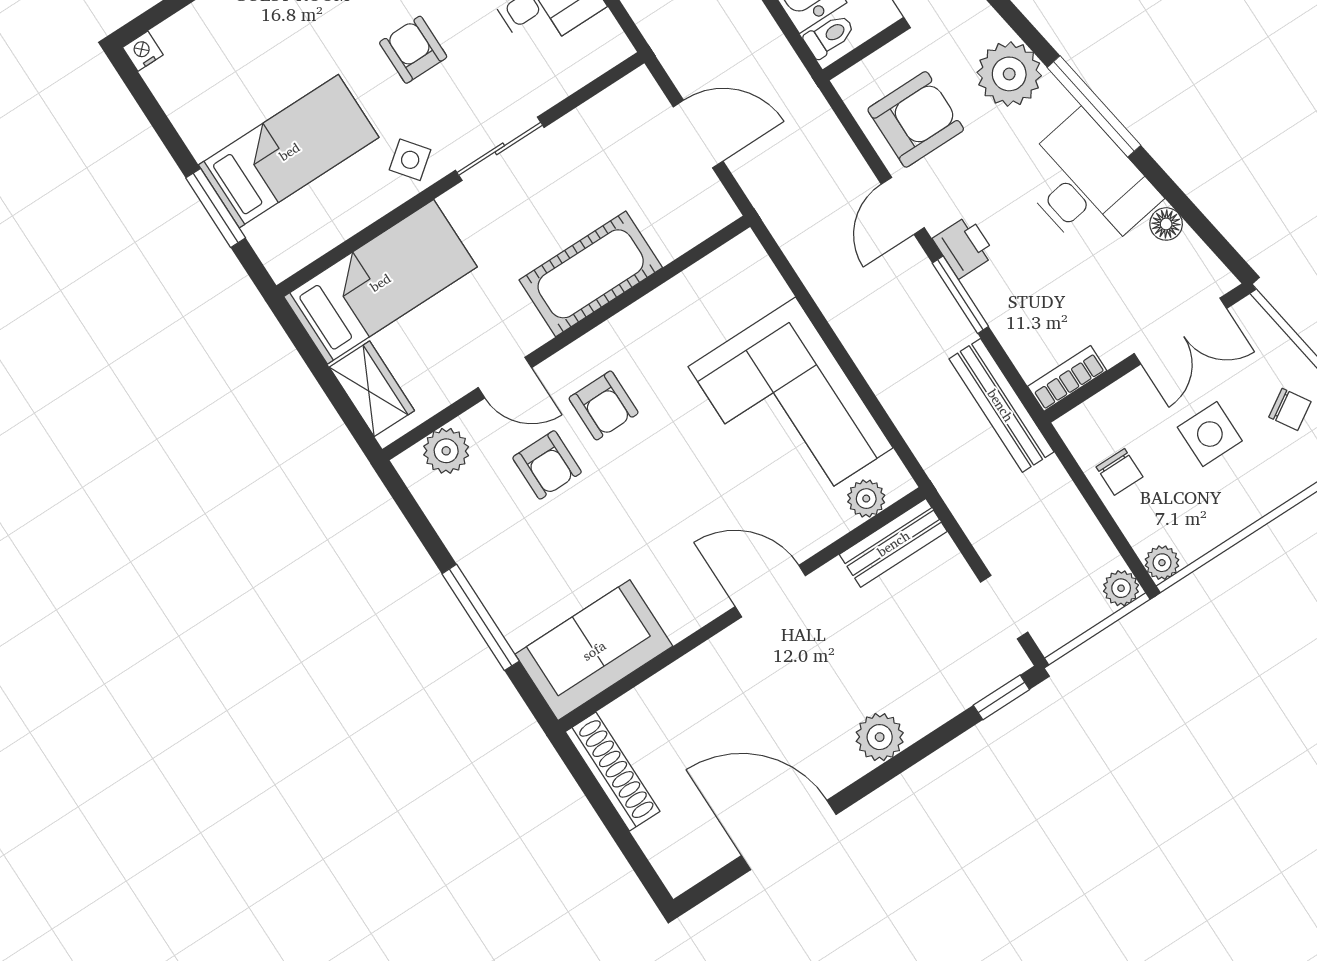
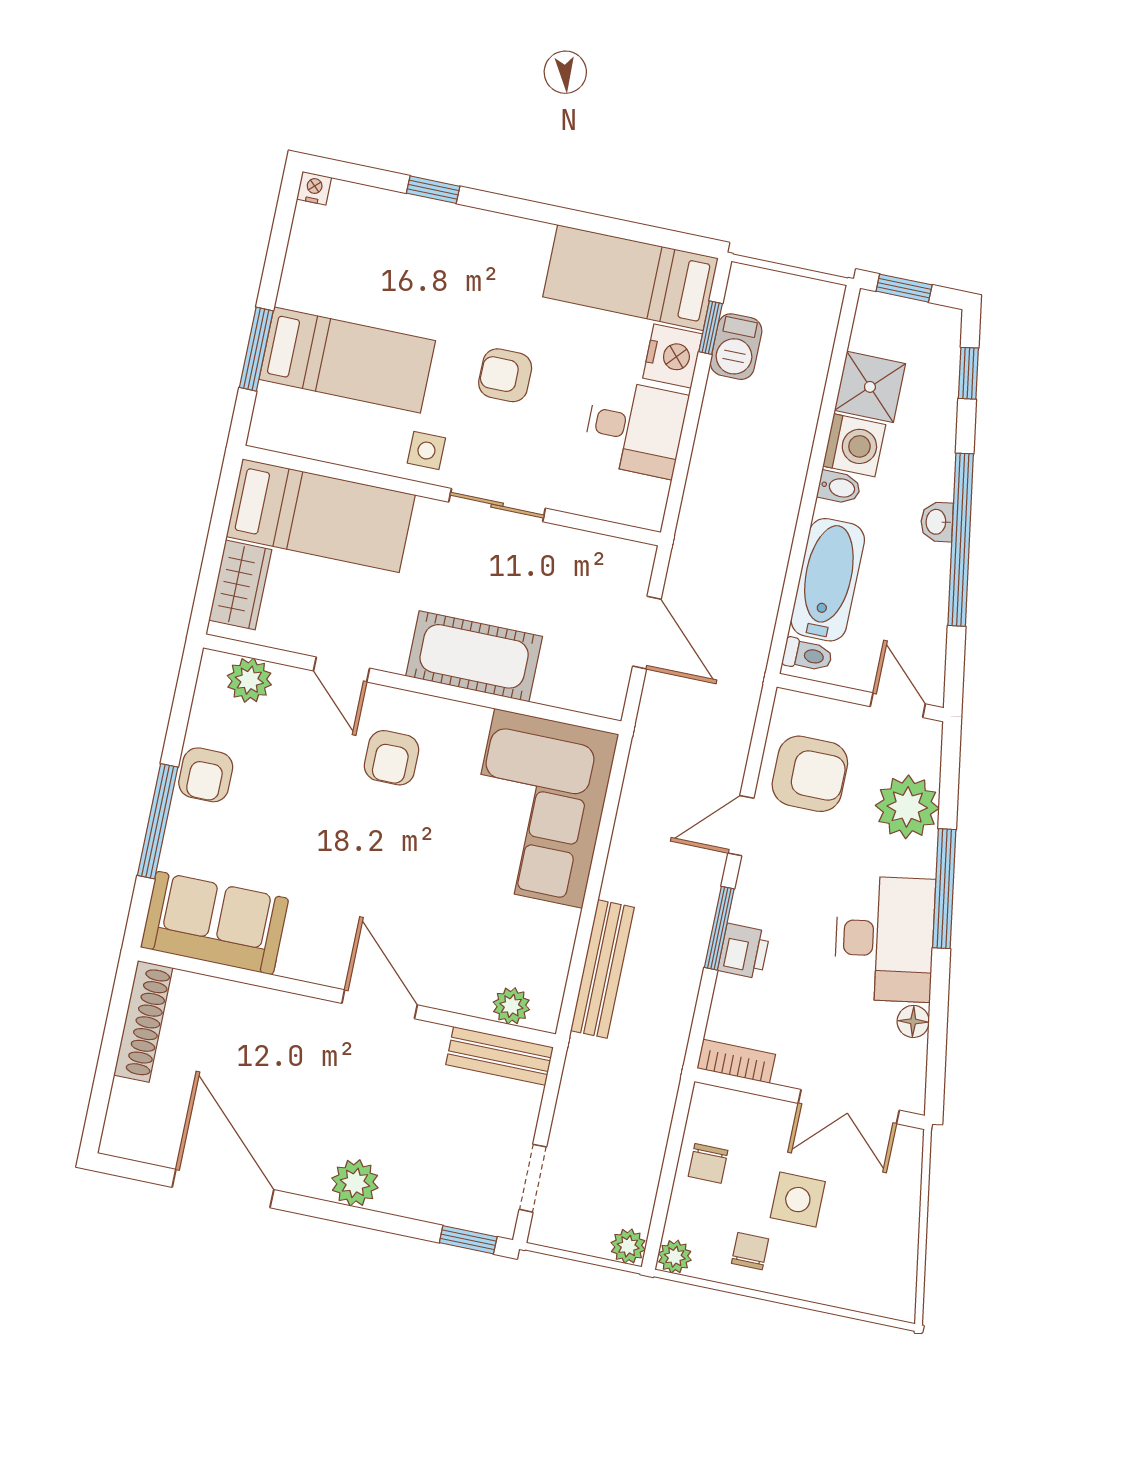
armchair: (413, 50) -> (505, 375), turned -90
side table: (410, 160) -> (426, 451), turned 38
printer: (964, 247) -> (744, 951), moved
bench: (1001, 405) -> (602, 969), moved
corner sofa: (791, 407) -> (539, 808), moved
chair: (1290, 409) -> (750, 1251), moved, turned -148
armchair: (547, 465) -> (206, 775), moved

